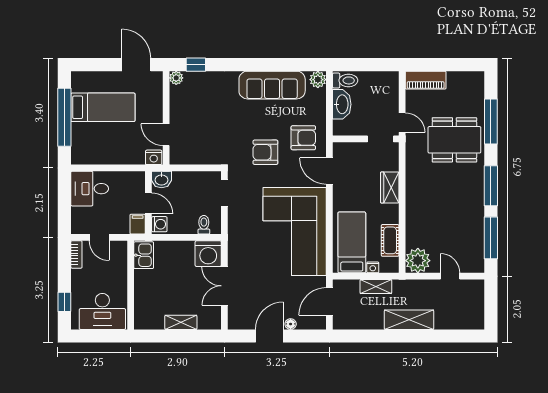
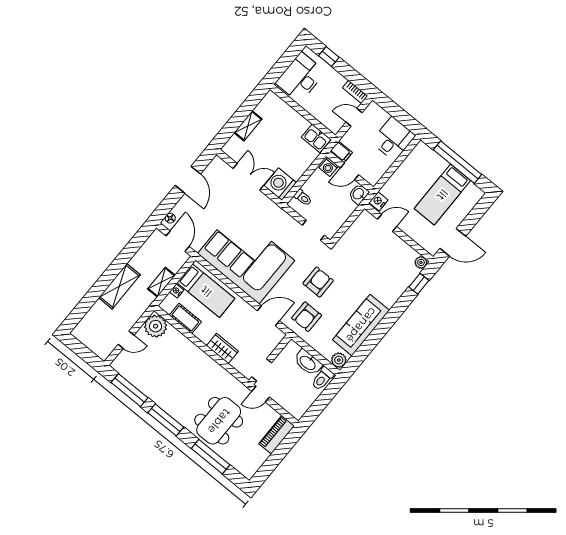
floor lamp: (291, 324) -> (170, 218), moved

